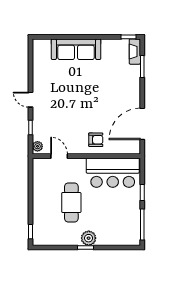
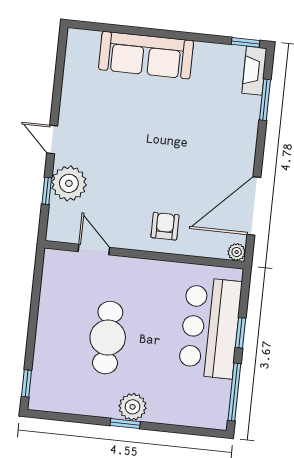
armchair: (96, 140) -> (165, 226), turned -90
plant: (37, 146) -> (69, 183), moved, width x1.88, depth x1.88
plant: (136, 149) -> (237, 252), added
bar counter: (113, 173) -> (210, 328), moved, turned 90

